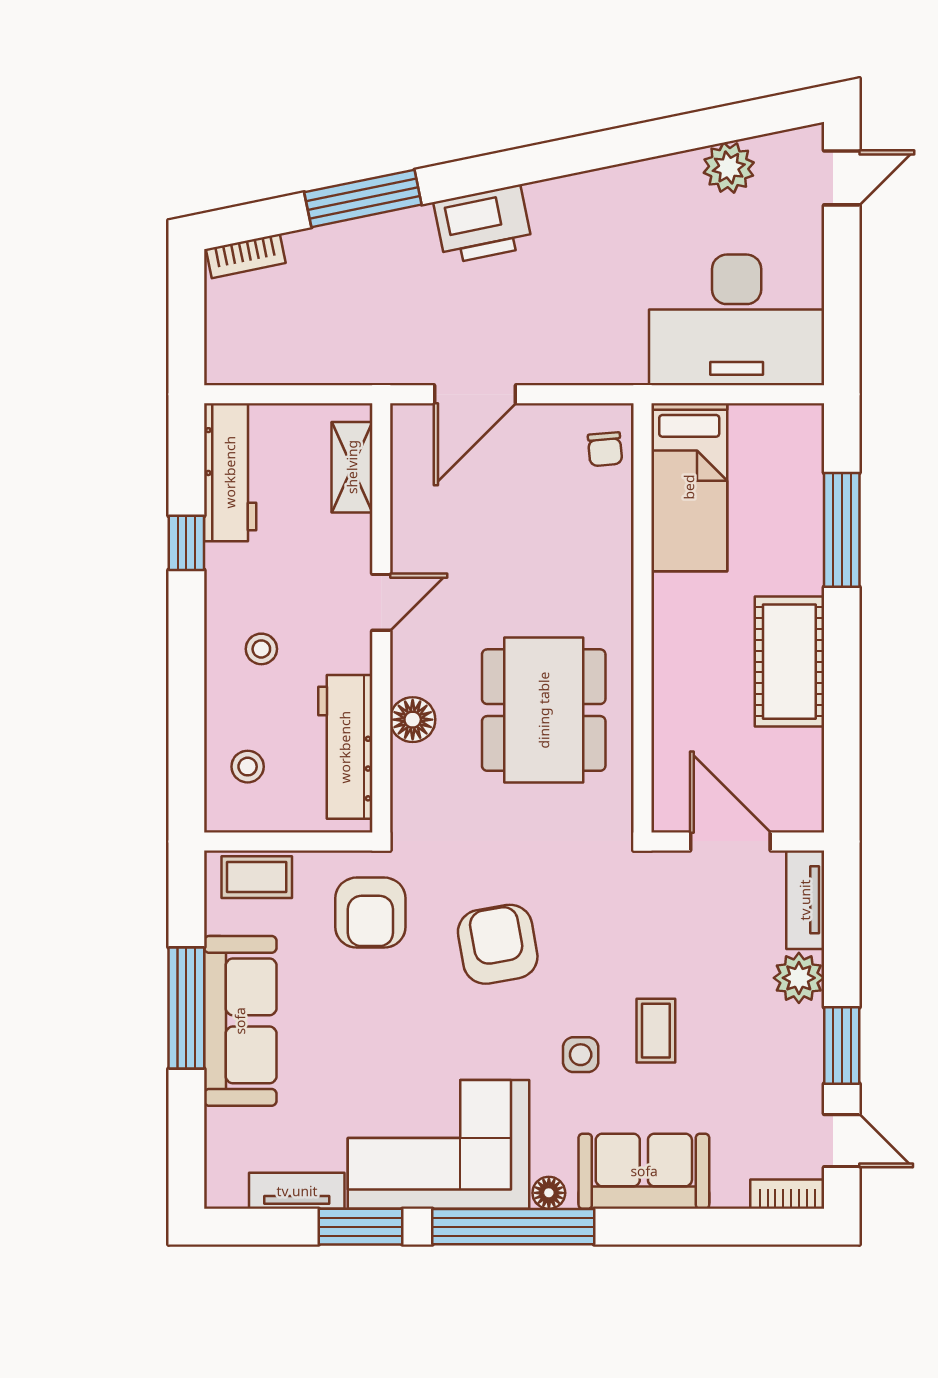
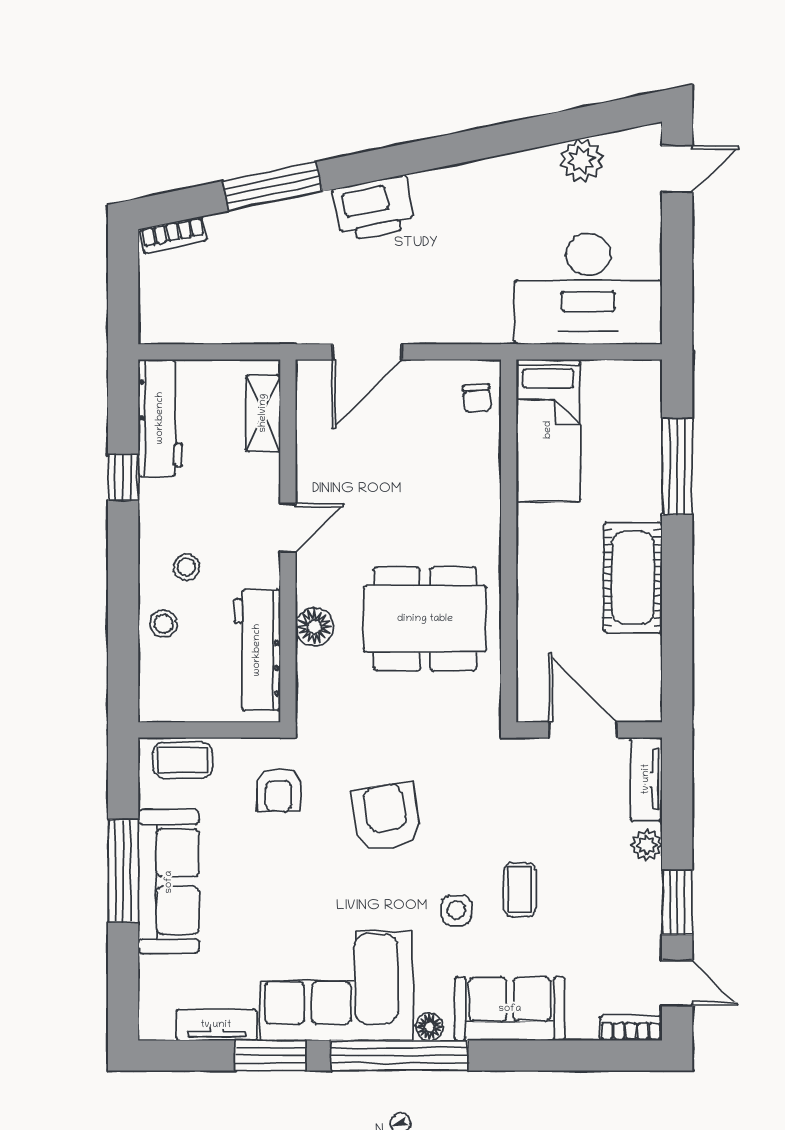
dining table: (544, 710) -> (425, 619), turned 90
stool: (248, 767) -> (163, 624), moved
armchair: (370, 913) -> (279, 790), width x0.72, depth x0.72
plant: (799, 978) -> (647, 845), width x0.73, depth x0.73

